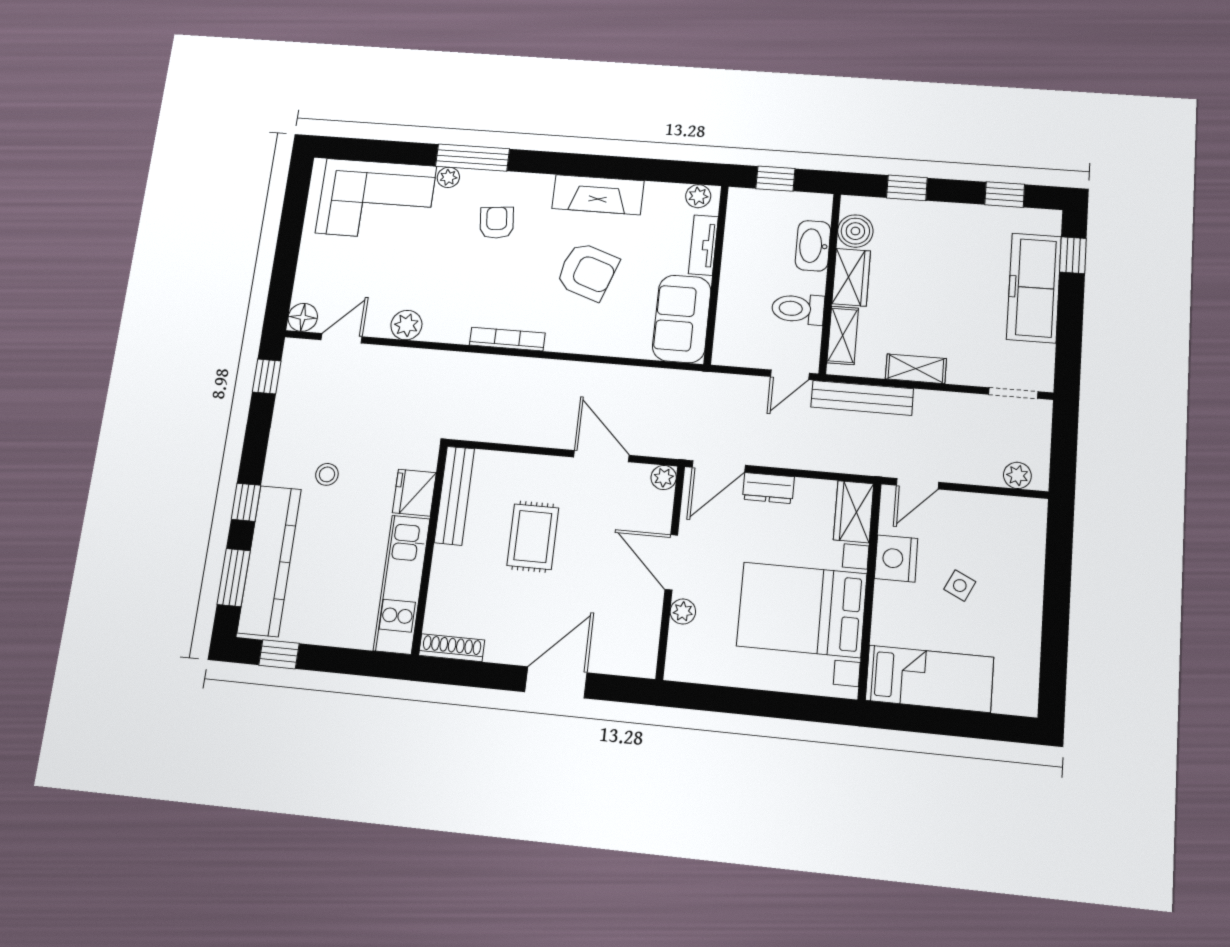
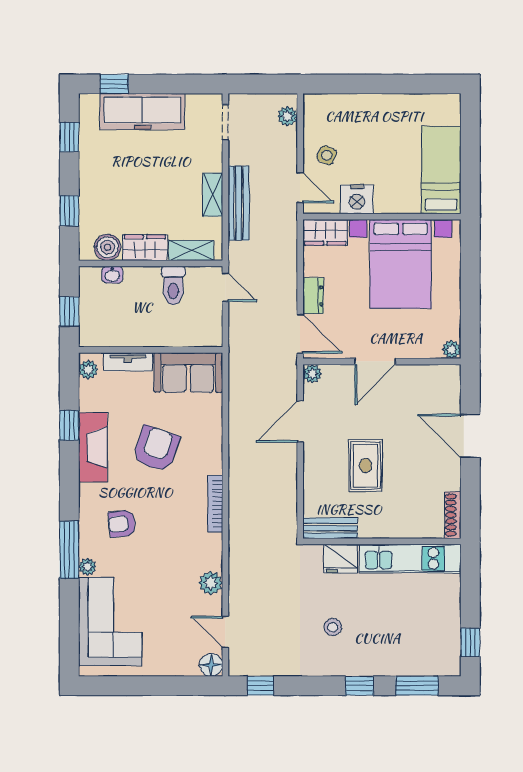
window: (629, 168) -> (69, 425), added
washbasin: (813, 246) -> (112, 275), width x0.52, depth x0.69
bench: (862, 398) -> (239, 203), moved
bench: (454, 496) -> (330, 528), width x0.73
rug: (533, 537) -> (365, 466), turned 90
kitchen counter: (269, 561) -> (402, 661), removed
side table: (960, 586) -> (327, 155), moved
plant: (683, 612) -> (452, 349), moved

